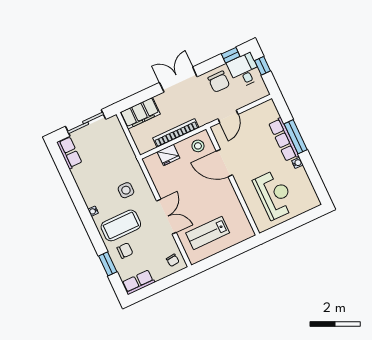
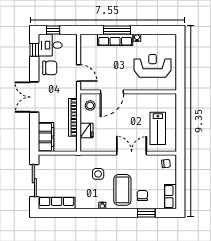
row of seats: (69, 153) -> (57, 203), width x1.48

